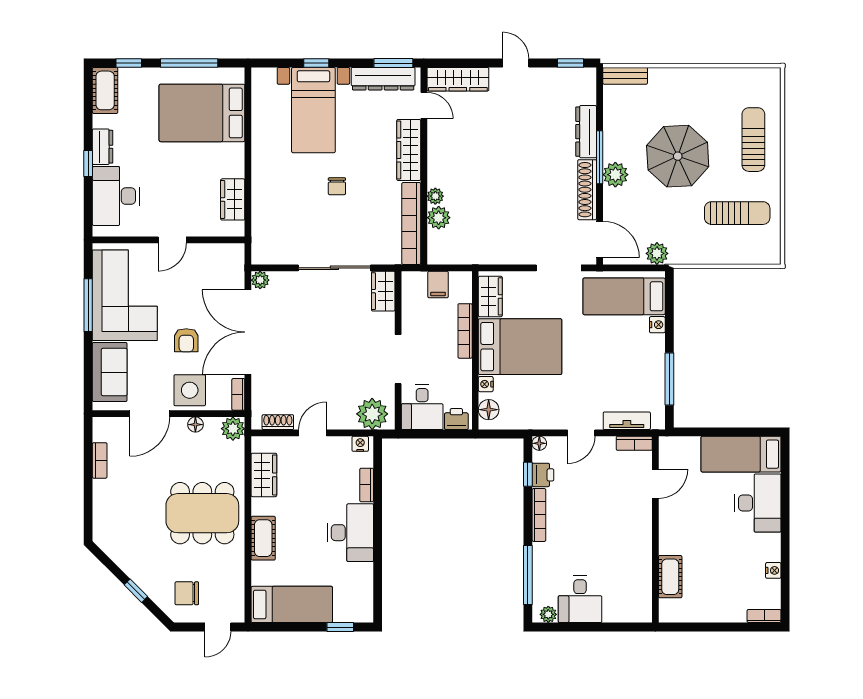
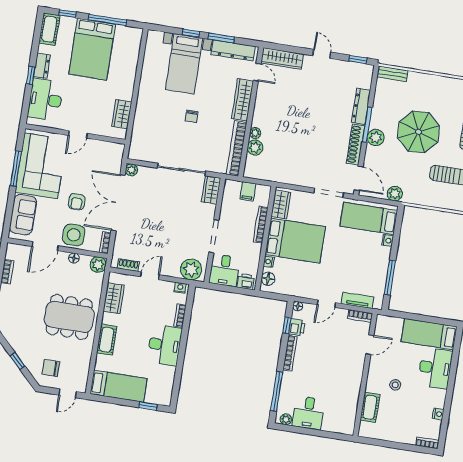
window: (393, 63) -> (221, 38), moved
bed: (202, 113) -> (92, 49), moved, turned -90
stool: (703, 537) -> (395, 385), added

